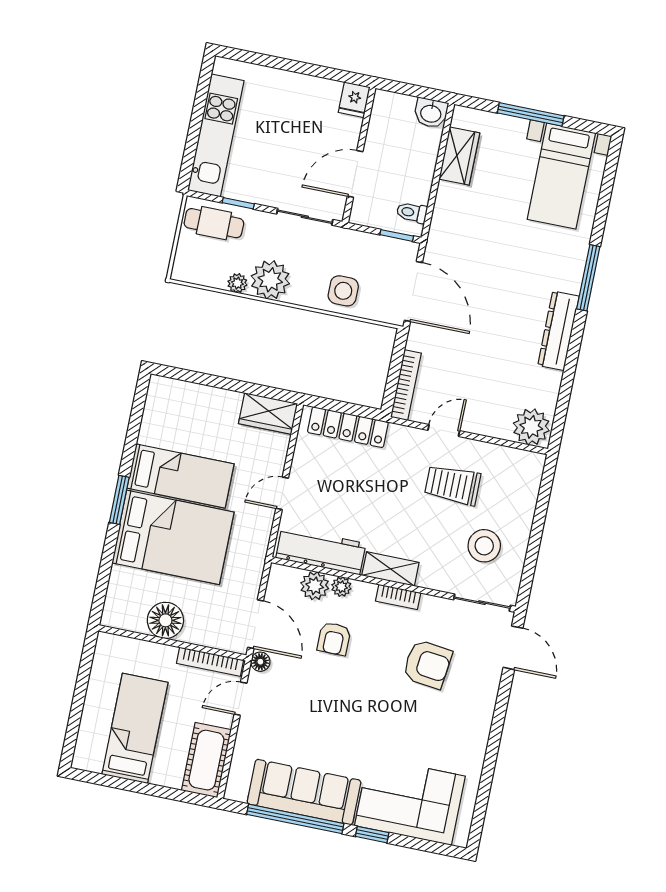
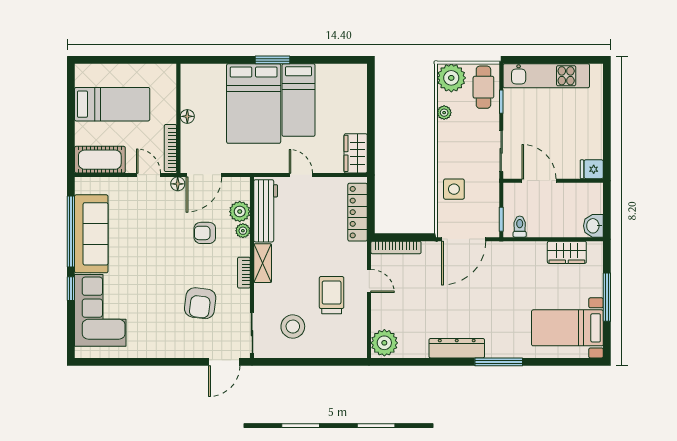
plant: (270, 280) -> (451, 78), moved
floor lamp: (165, 620) -> (187, 116), width x0.53, depth x0.53

